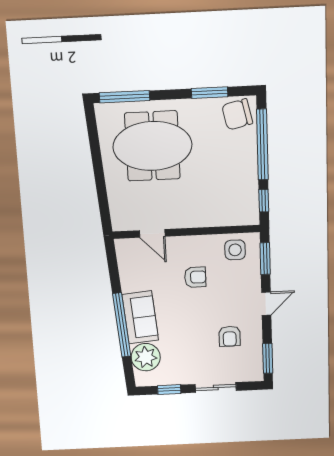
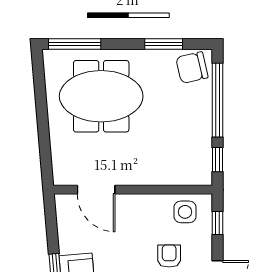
door: (152, 233) -> (96, 190), width x1.38
window: (265, 259) -> (218, 223), width x0.67
armchair: (195, 277) -> (169, 256), moved, turned -90

